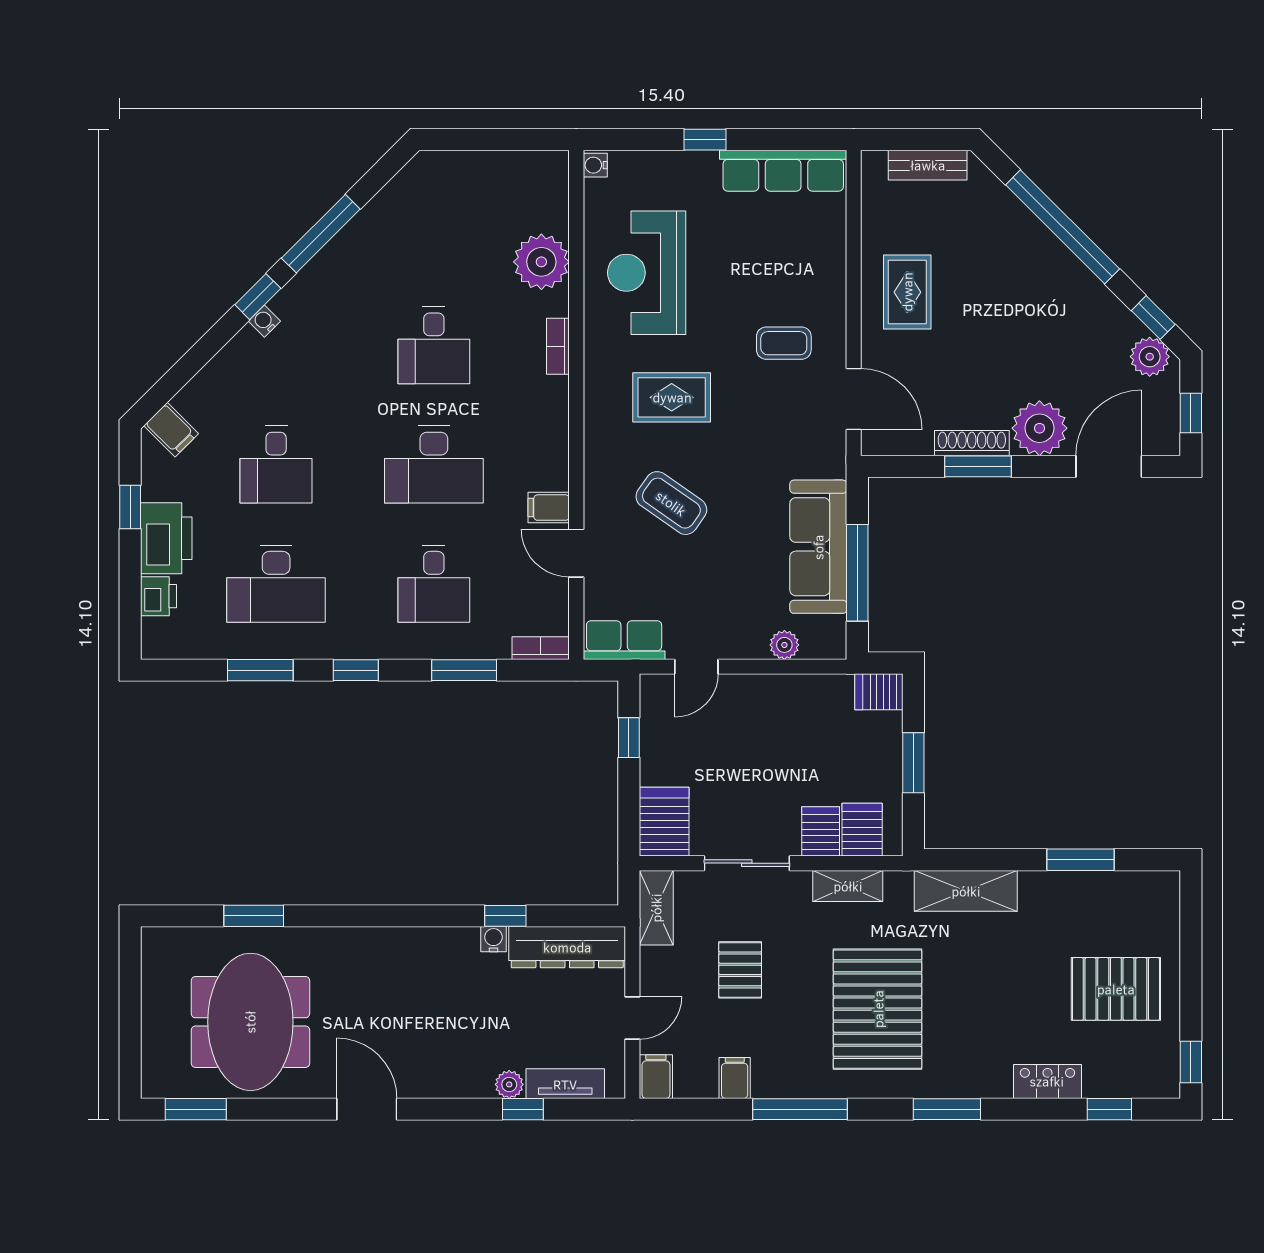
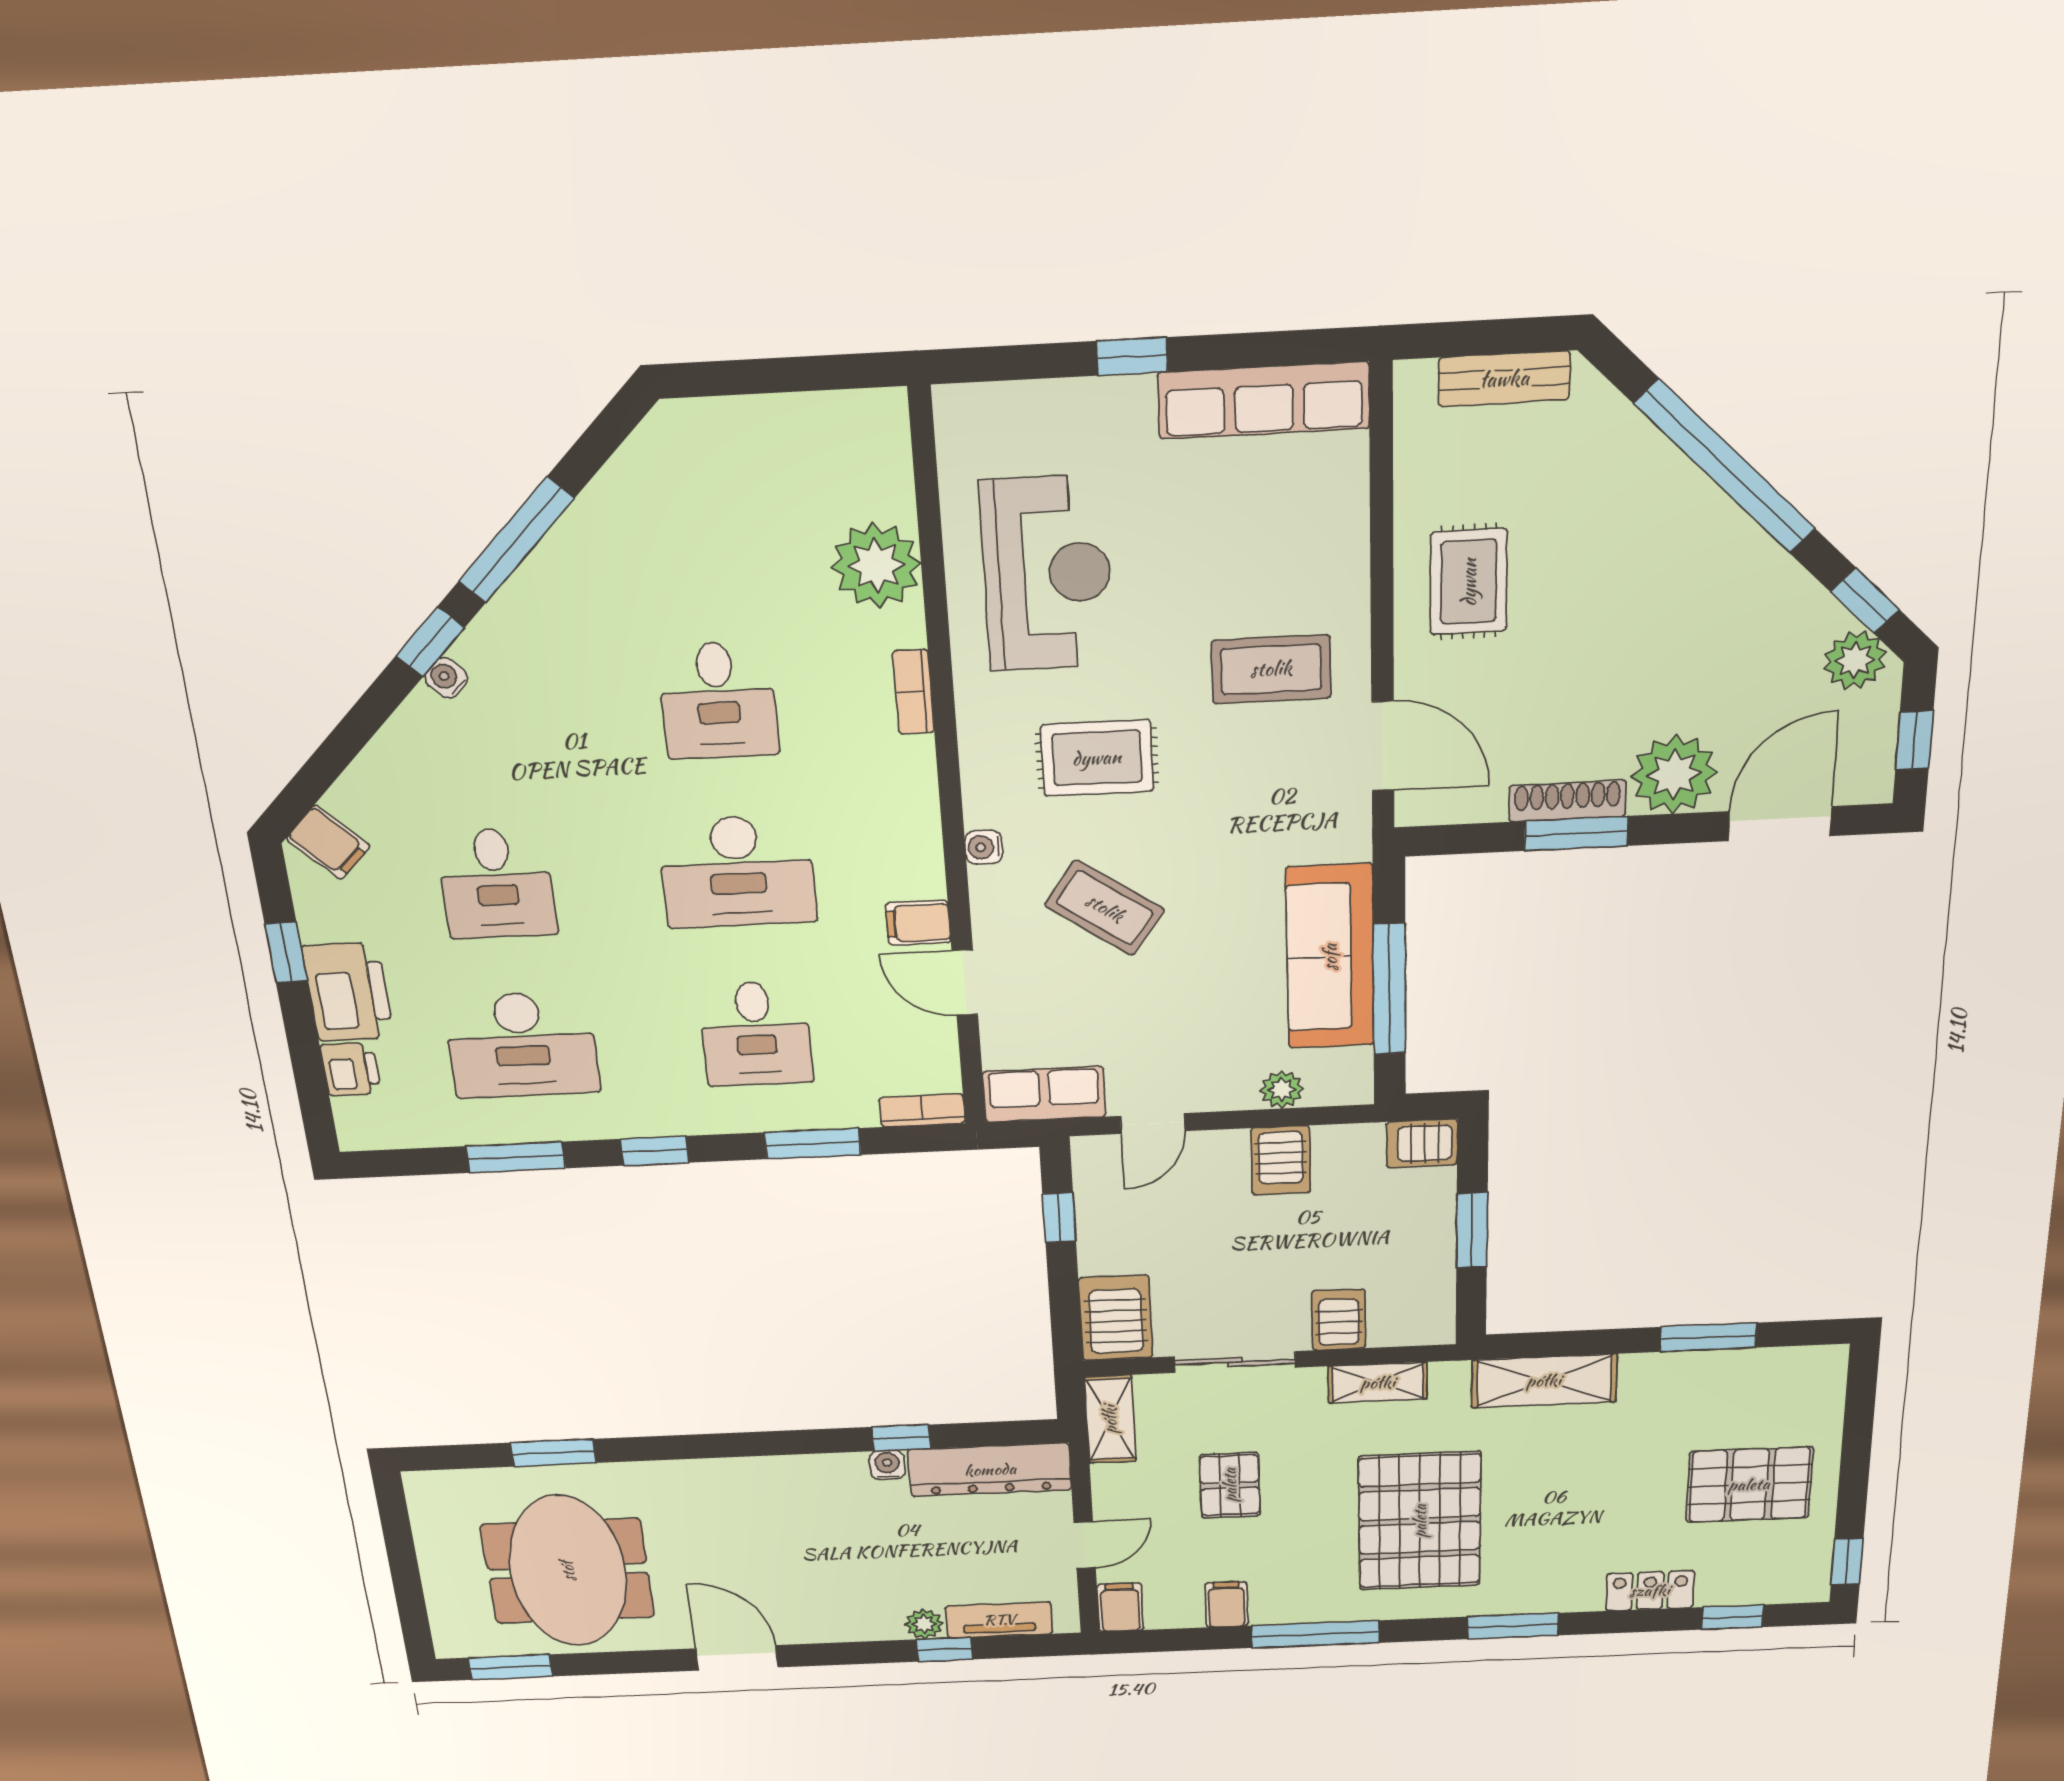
water cooler: (595, 165) -> (984, 847), moved
reception desk: (647, 273) -> (1047, 574), turned 180
coffee table: (784, 343) -> (1271, 669), width x1.36, depth x1.30
server rack: (862, 830) -> (1281, 1160), moved, turned 180

